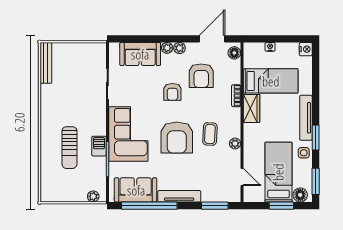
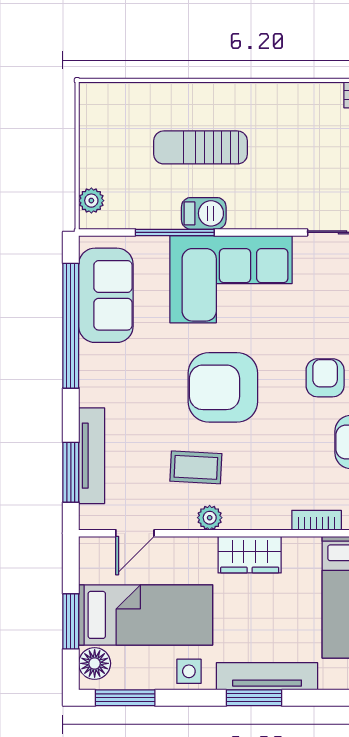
armchair: (172, 92) -> (325, 378), turned 90
wardrobe: (252, 108) -> (250, 555), moved
coffee table: (210, 134) -> (196, 467), moved
window: (316, 137) -> (254, 698), moved
tv unit: (179, 196) -> (92, 456), moved

